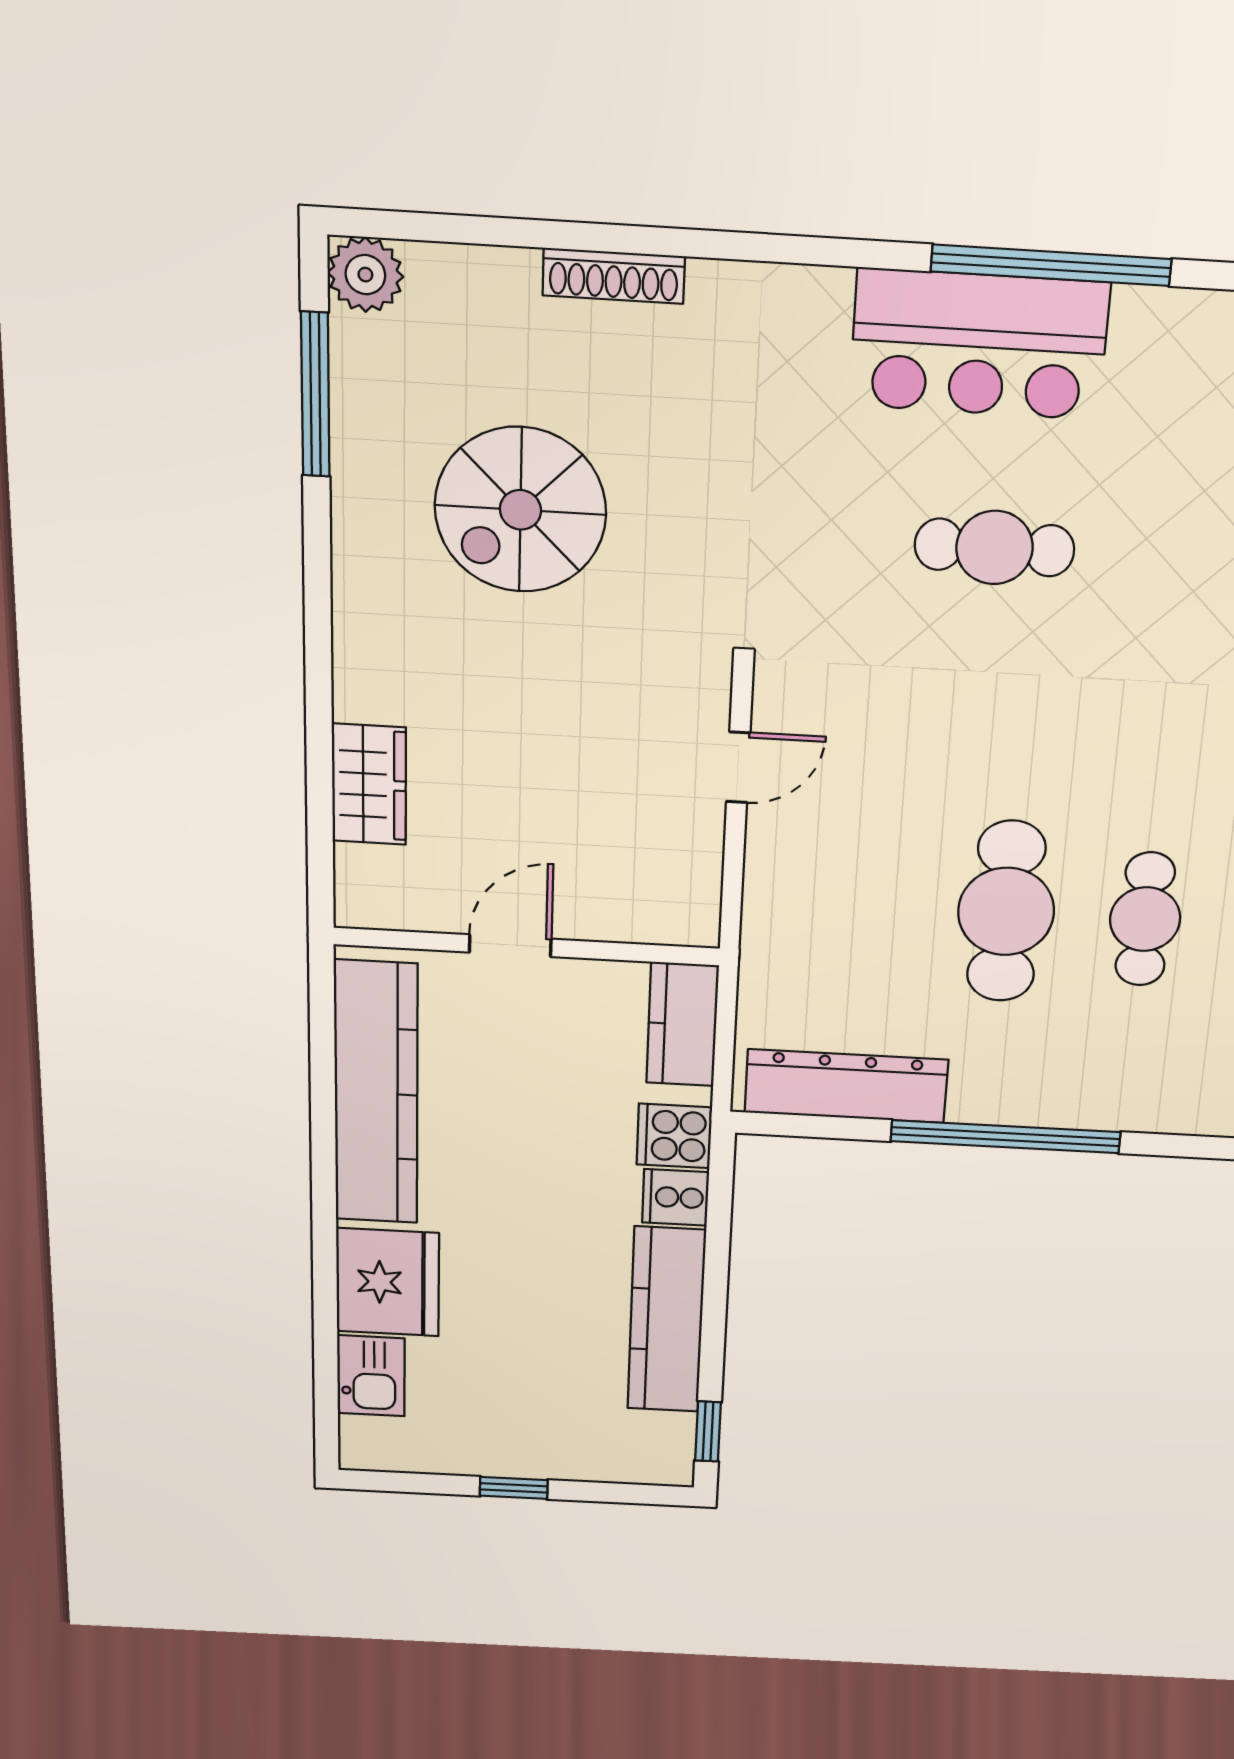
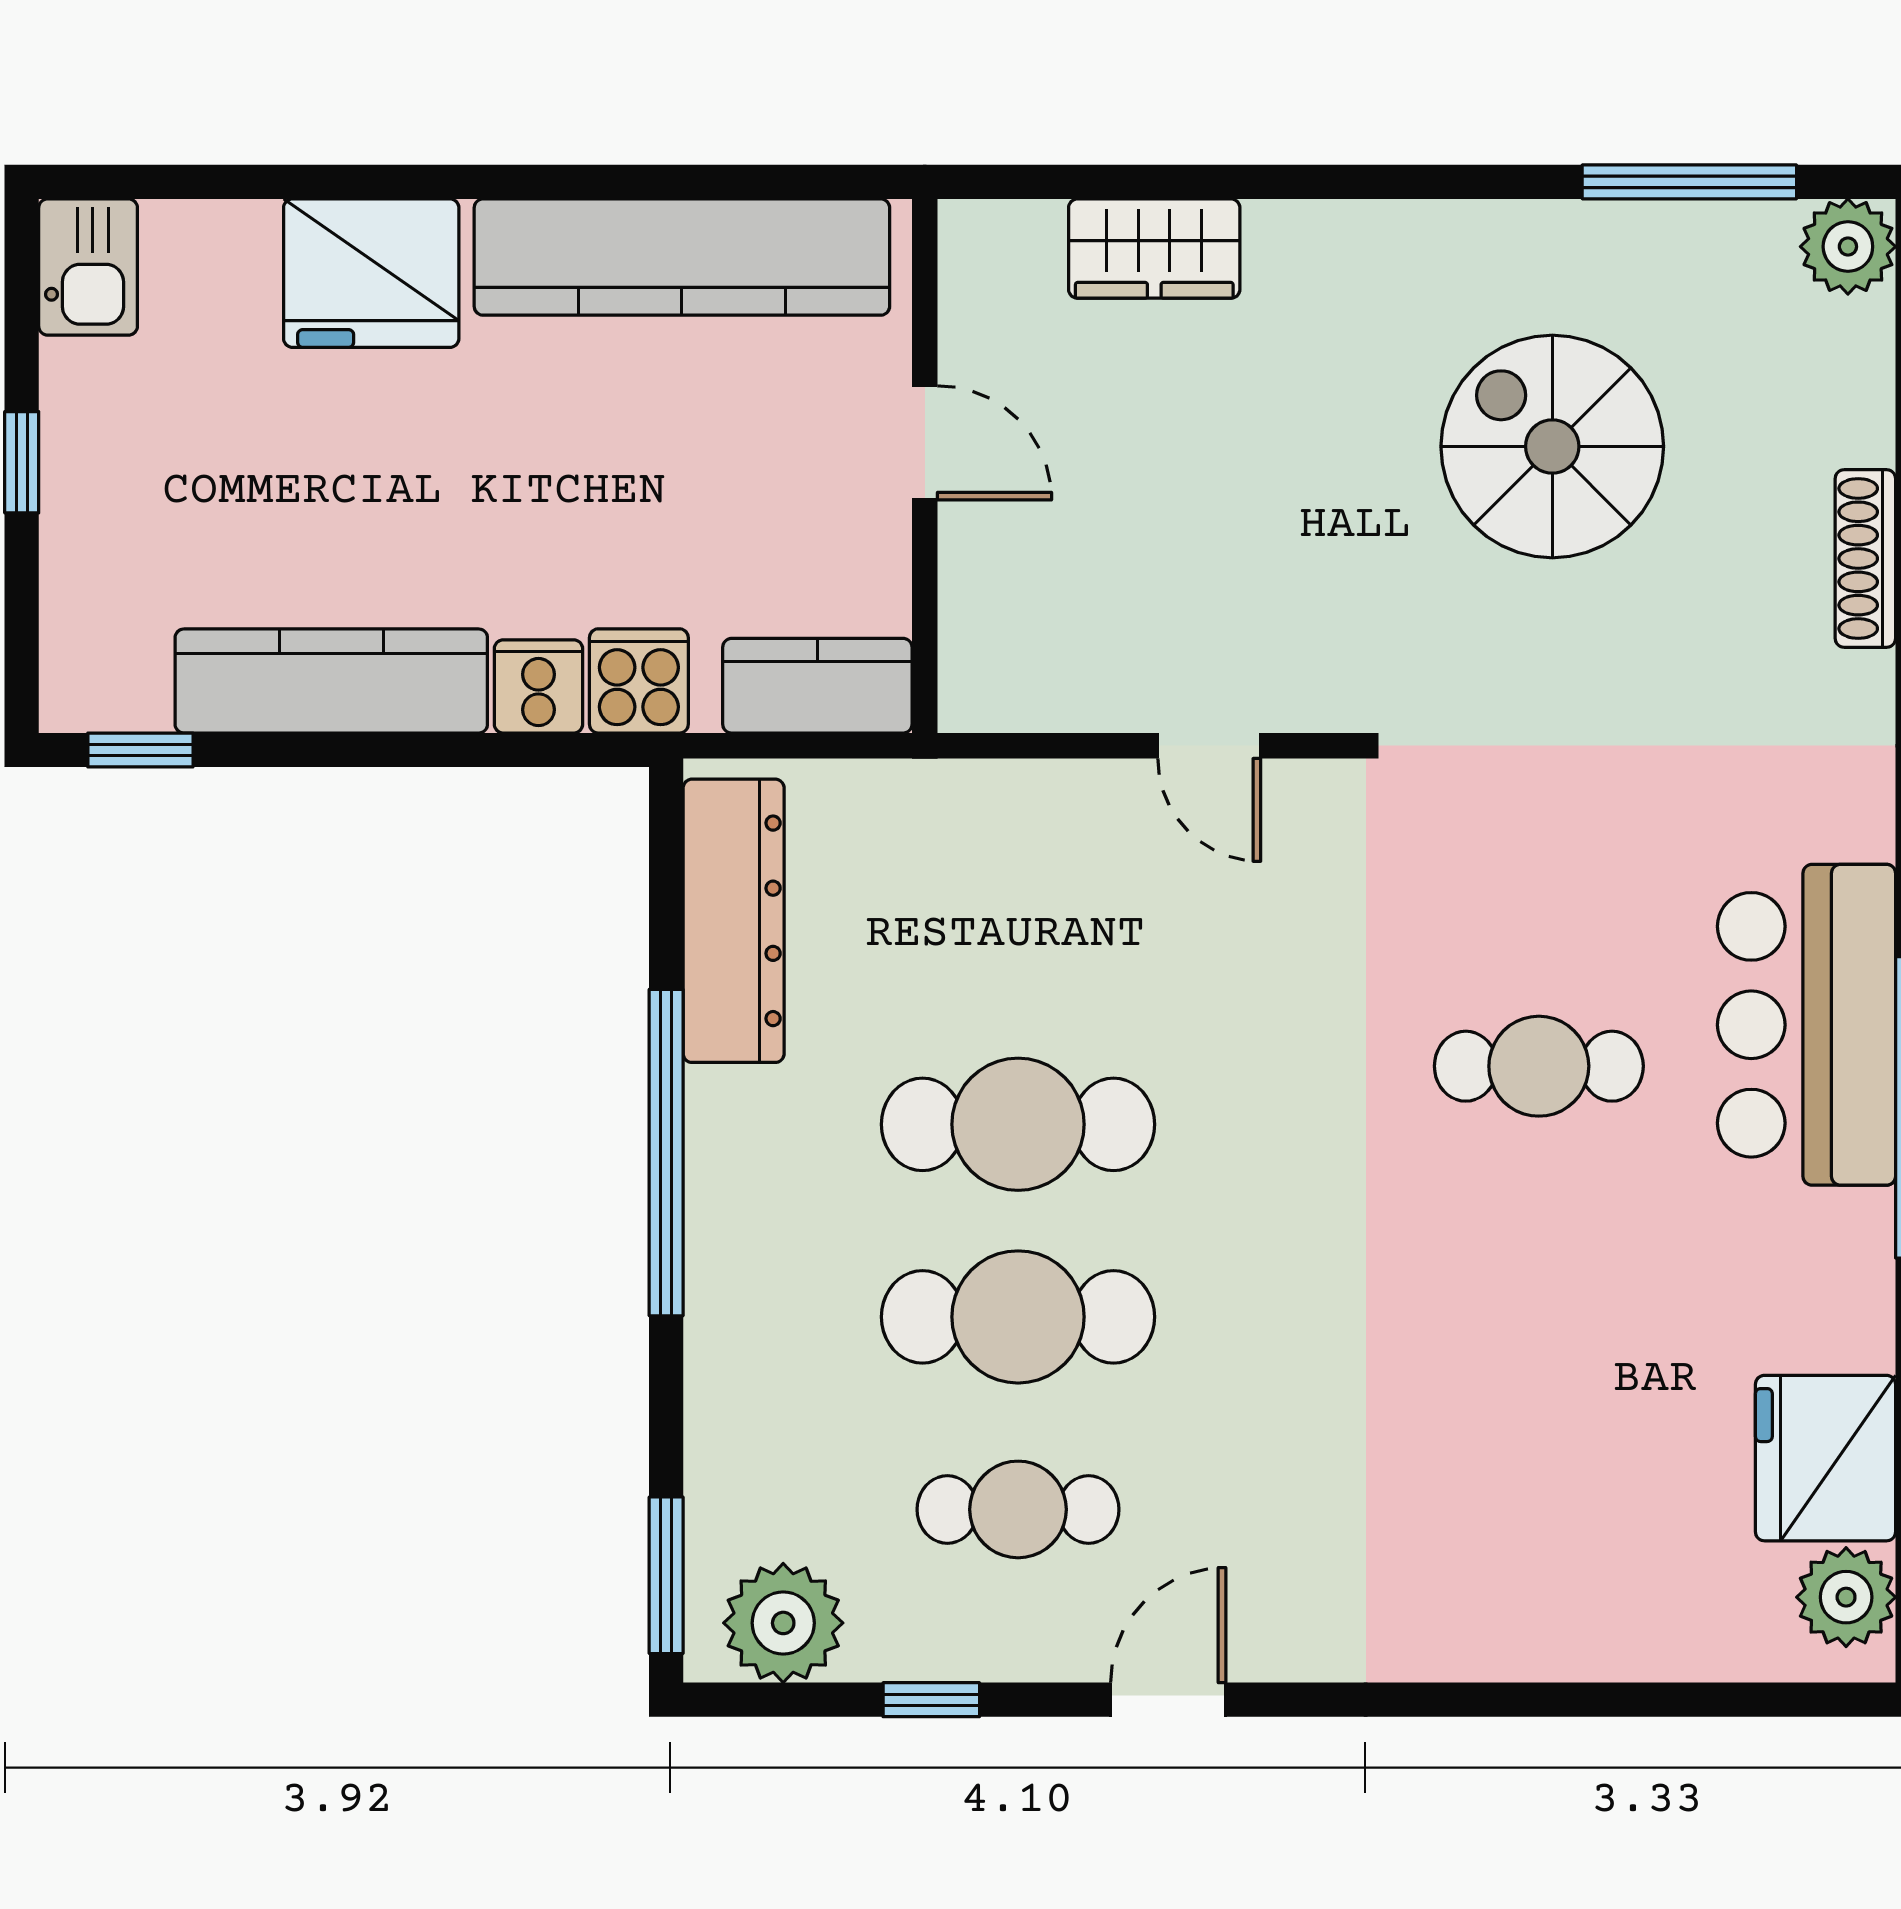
cafe table: (995, 547) -> (1539, 1066), turned 90
cafe table: (1145, 919) -> (1018, 1317), width x1.37, depth x1.35
kitchen sink: (371, 1376) -> (88, 267), moved, turned -90

